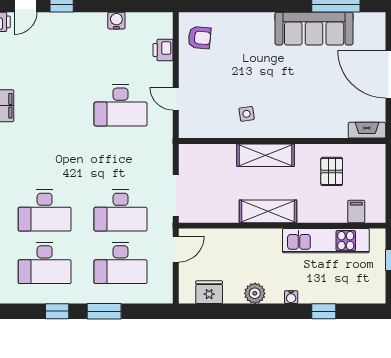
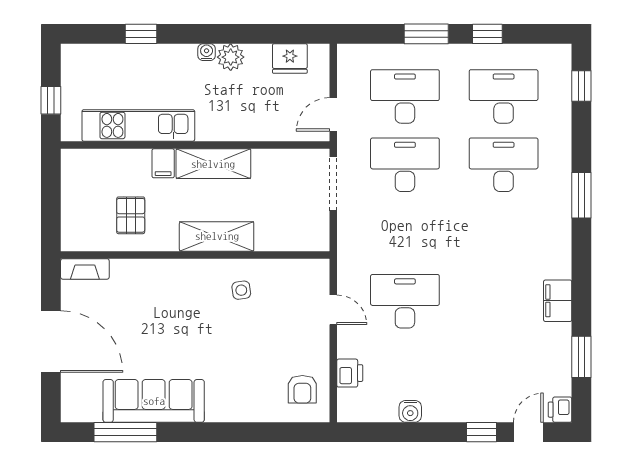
armchair: (200, 38) -> (302, 389), turned -95
filing cabinet: (356, 212) -> (163, 163), moved
water cooler: (291, 297) -> (207, 52), moved

